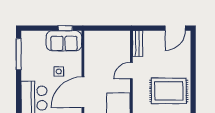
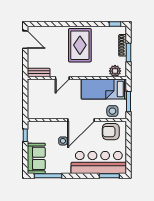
sofa: (64, 41) -> (36, 158), moved
door: (131, 71) -> (62, 78), hinge flipped
door: (83, 92) -> (81, 120), hinge flipped

